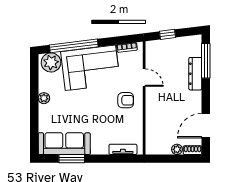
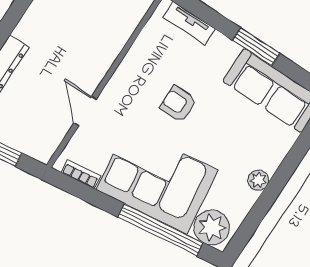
armchair: (126, 100) -> (178, 104), moved
window: (72, 159) -> (256, 47), moved

